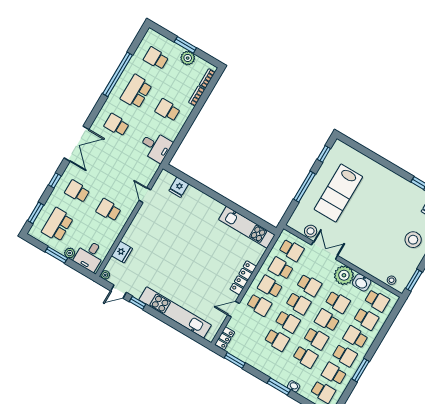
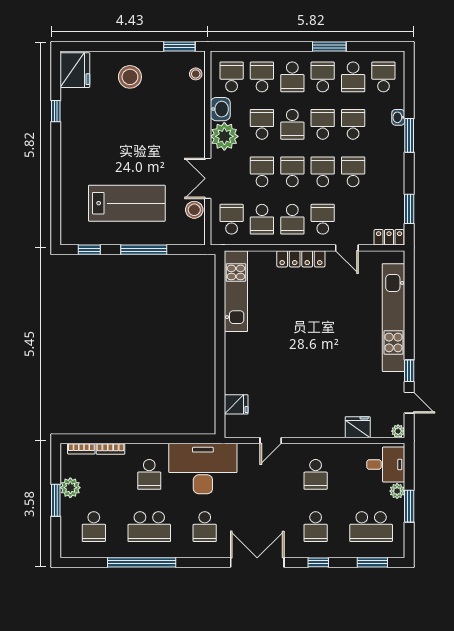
desk: (156, 147) -> (203, 469), width x1.87, depth x1.30

